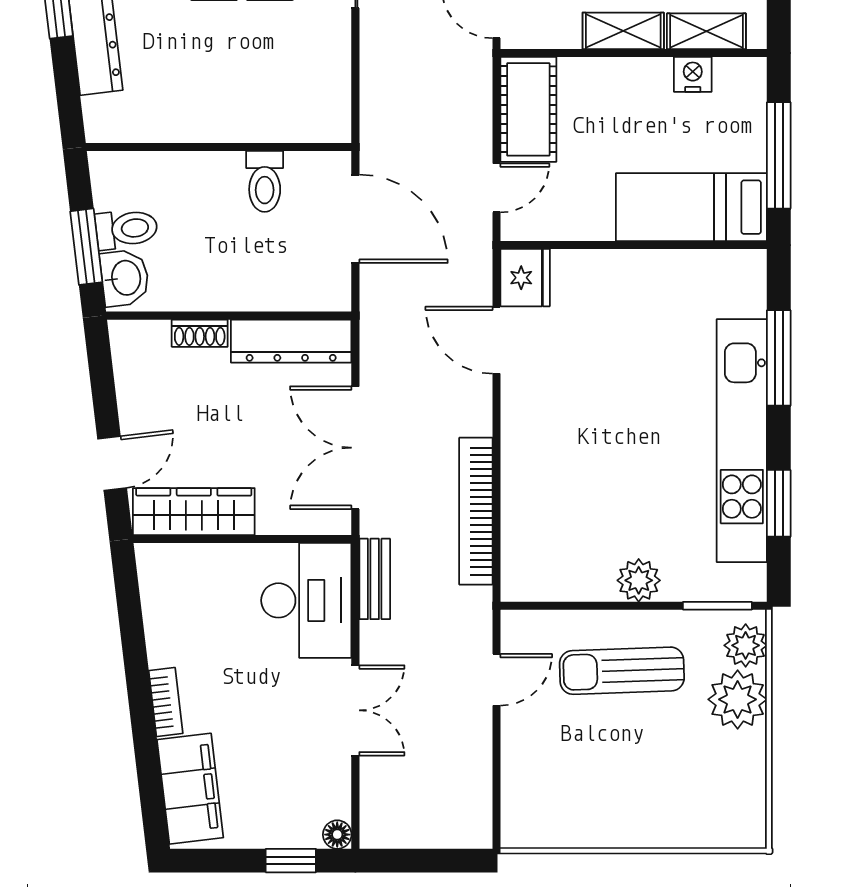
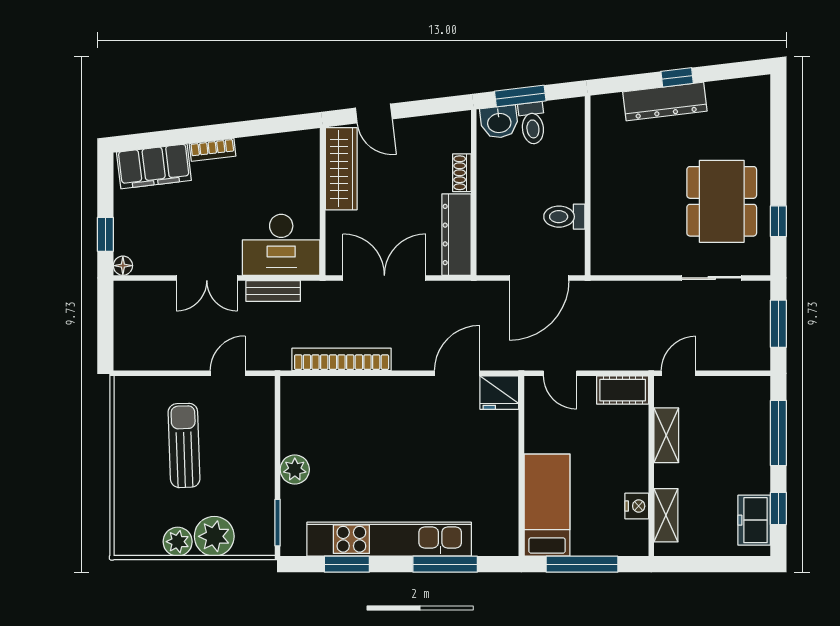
shelving: (623, 31) -> (666, 435), moved
cot: (528, 109) -> (623, 390), width x0.73, depth x0.75
bench: (375, 579) -> (273, 291), moved
plant: (746, 645) -> (178, 542), moved
sun lounger: (622, 671) -> (184, 445), moved
door: (496, 680) -> (228, 373), swing flipped

